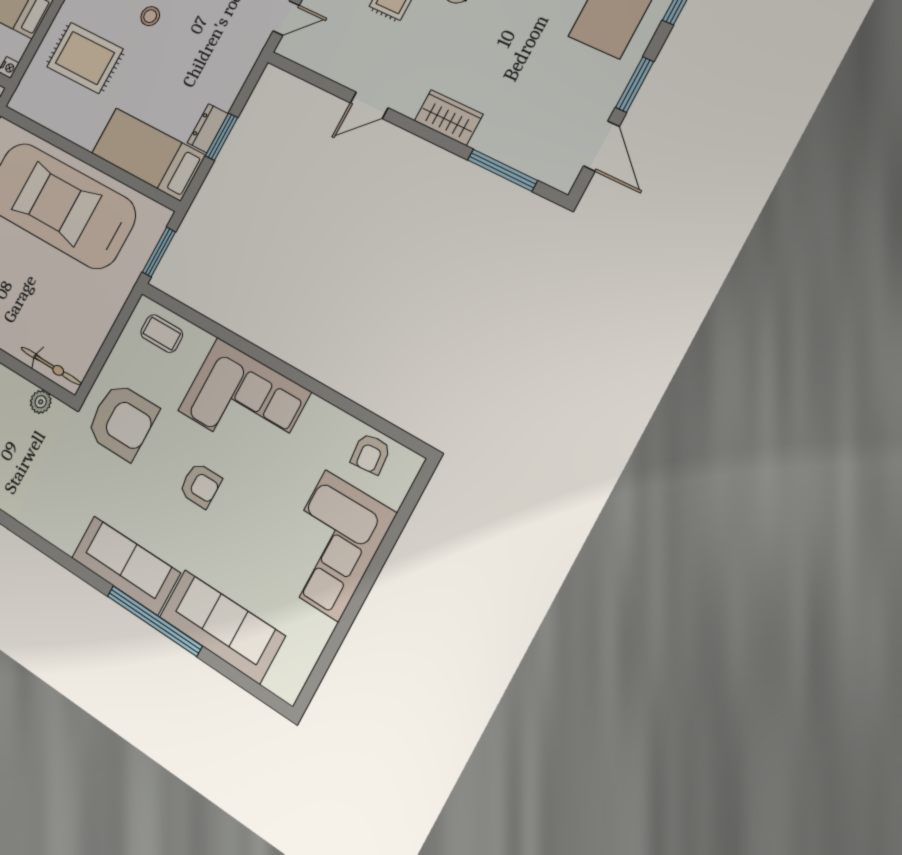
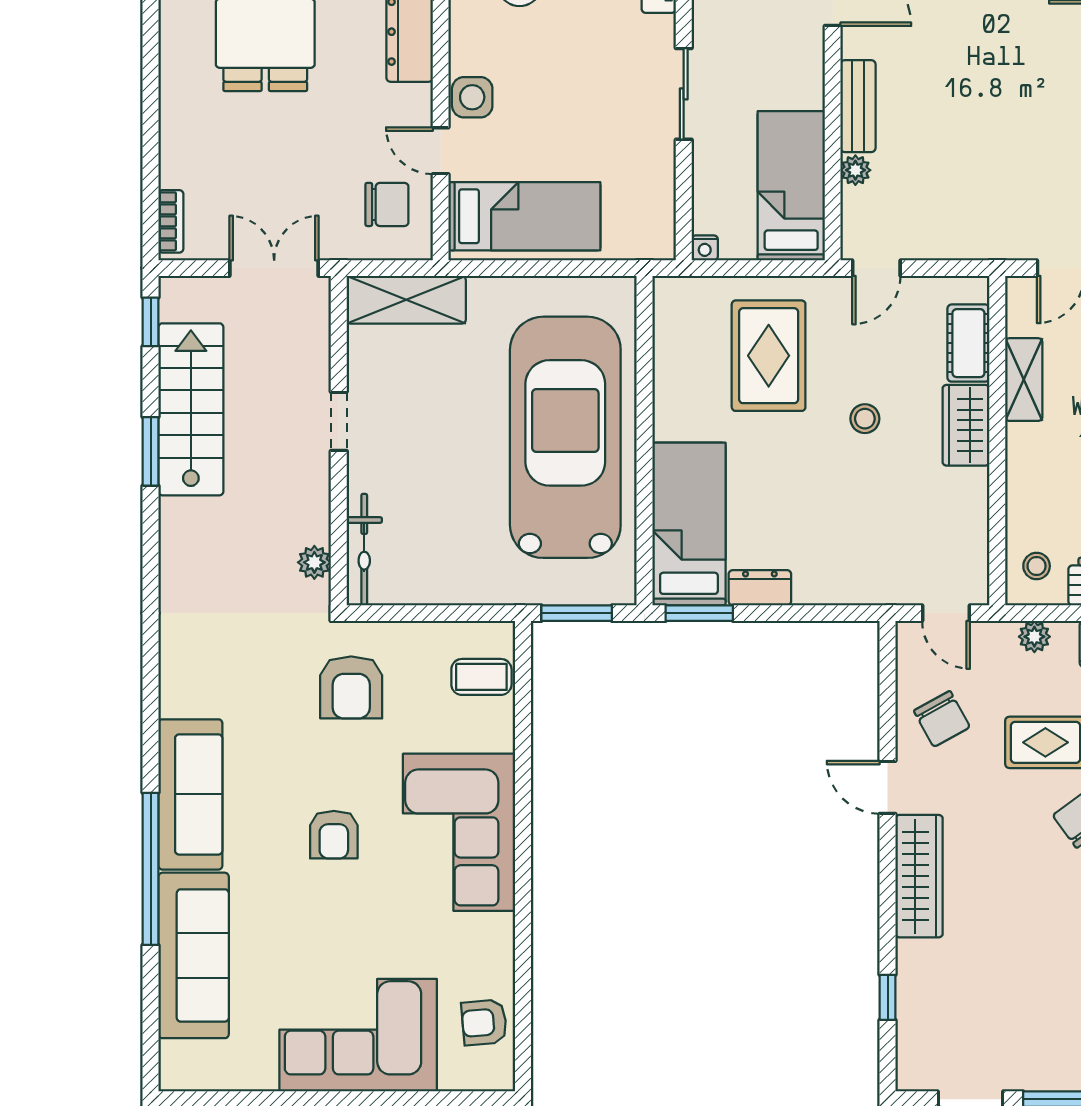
chair: (347, 50) -> (942, 719), added
wardrobe: (449, 117) -> (919, 876), width x1.50
window: (222, 137) -> (699, 613), moved
window: (502, 170) -> (888, 997), width x0.46
coffee table: (162, 334) -> (481, 677), turned 90
armchair: (122, 421) -> (351, 687), width x0.73, depth x0.73

